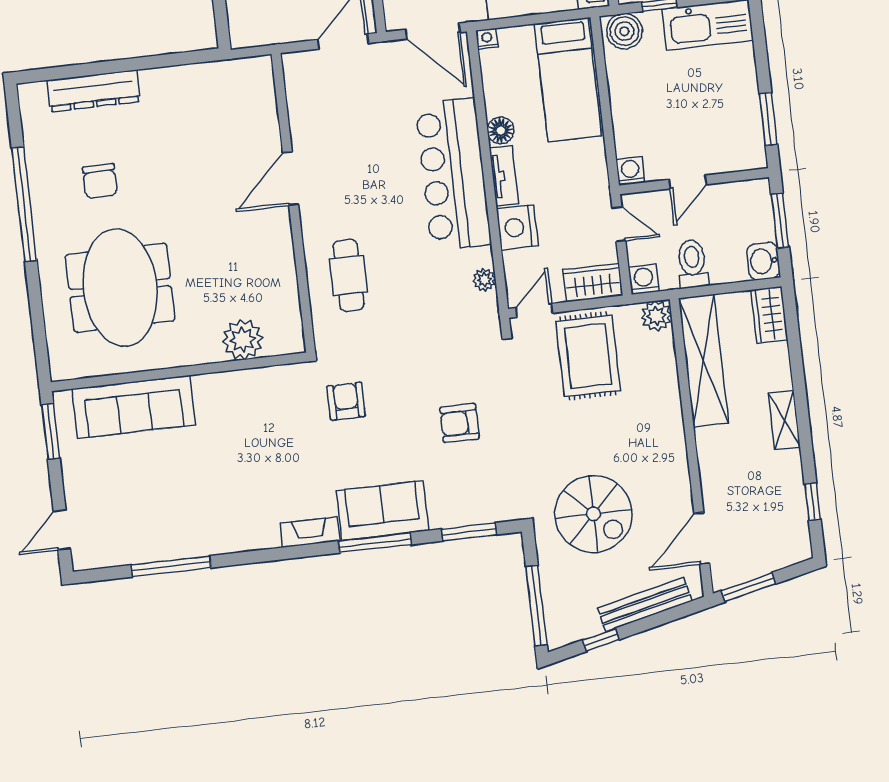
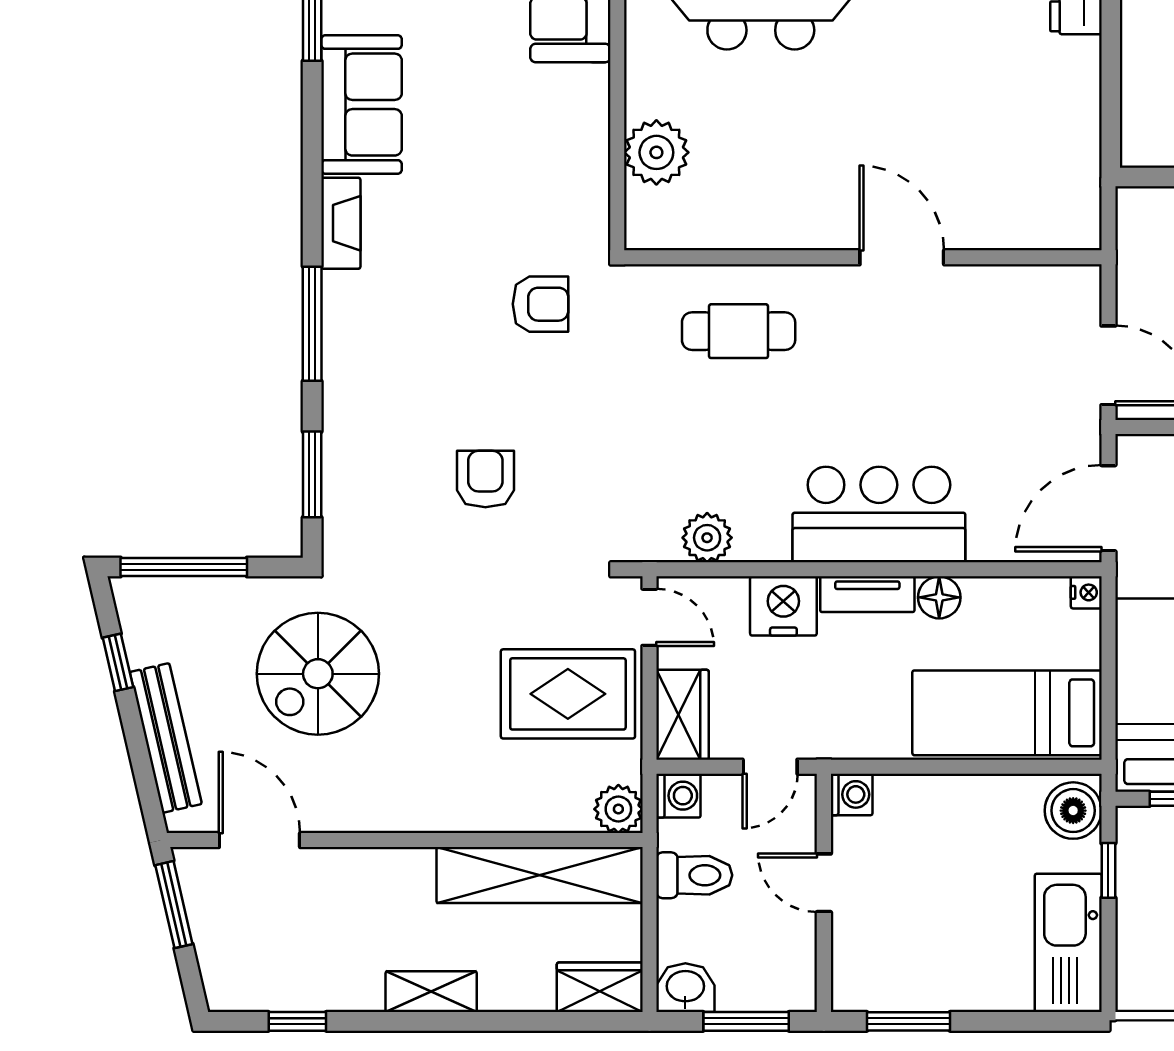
bar counter: (453, 174) -> (879, 515), width x0.73
plant: (484, 280) -> (707, 538), width x1.38, depth x1.38
sofa: (383, 511) -> (361, 105), moved

